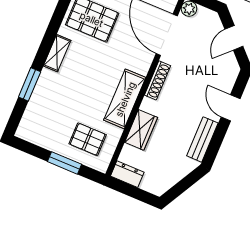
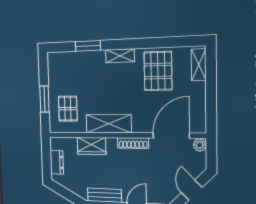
door: (234, 38) -> (192, 190), hinge flipped
dresser: (127, 174) -> (57, 162), moved

